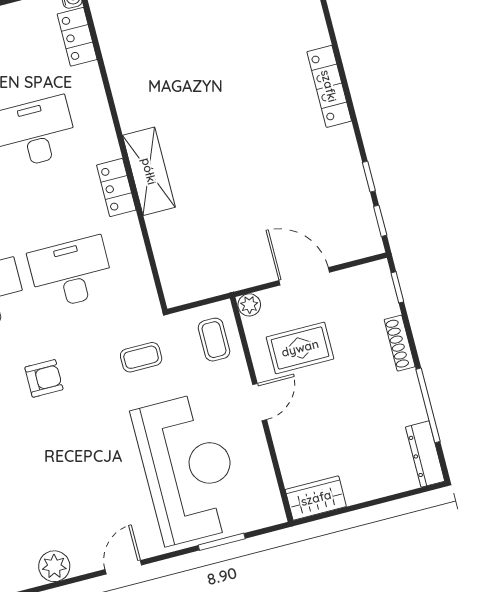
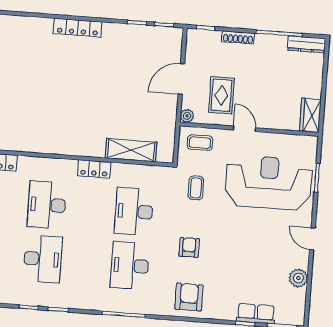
shelving: (149, 171) -> (131, 150), moved

